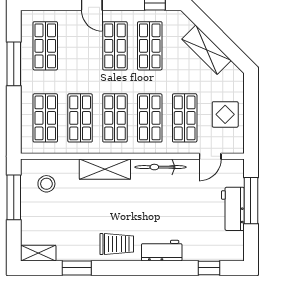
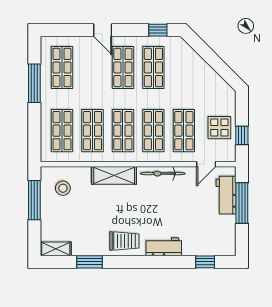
shelving: (206, 50) -> (203, 71), removed
window: (251, 123) -> (242, 135), added
workbench: (233, 209) -> (226, 195), moved

